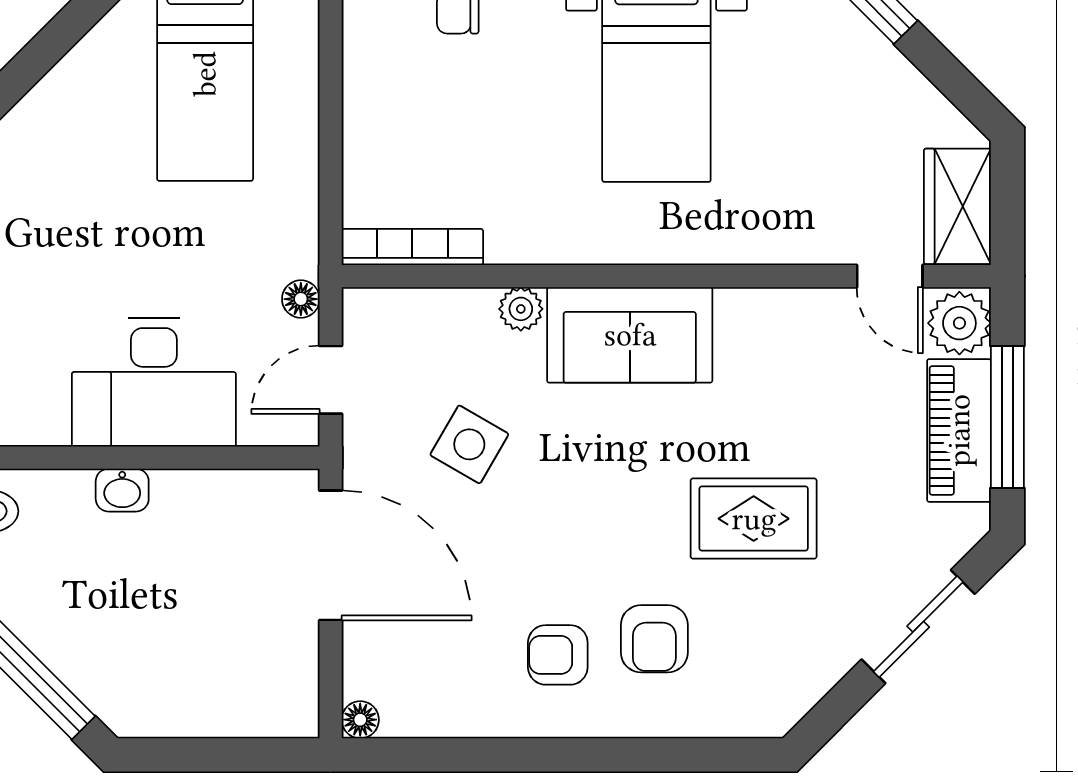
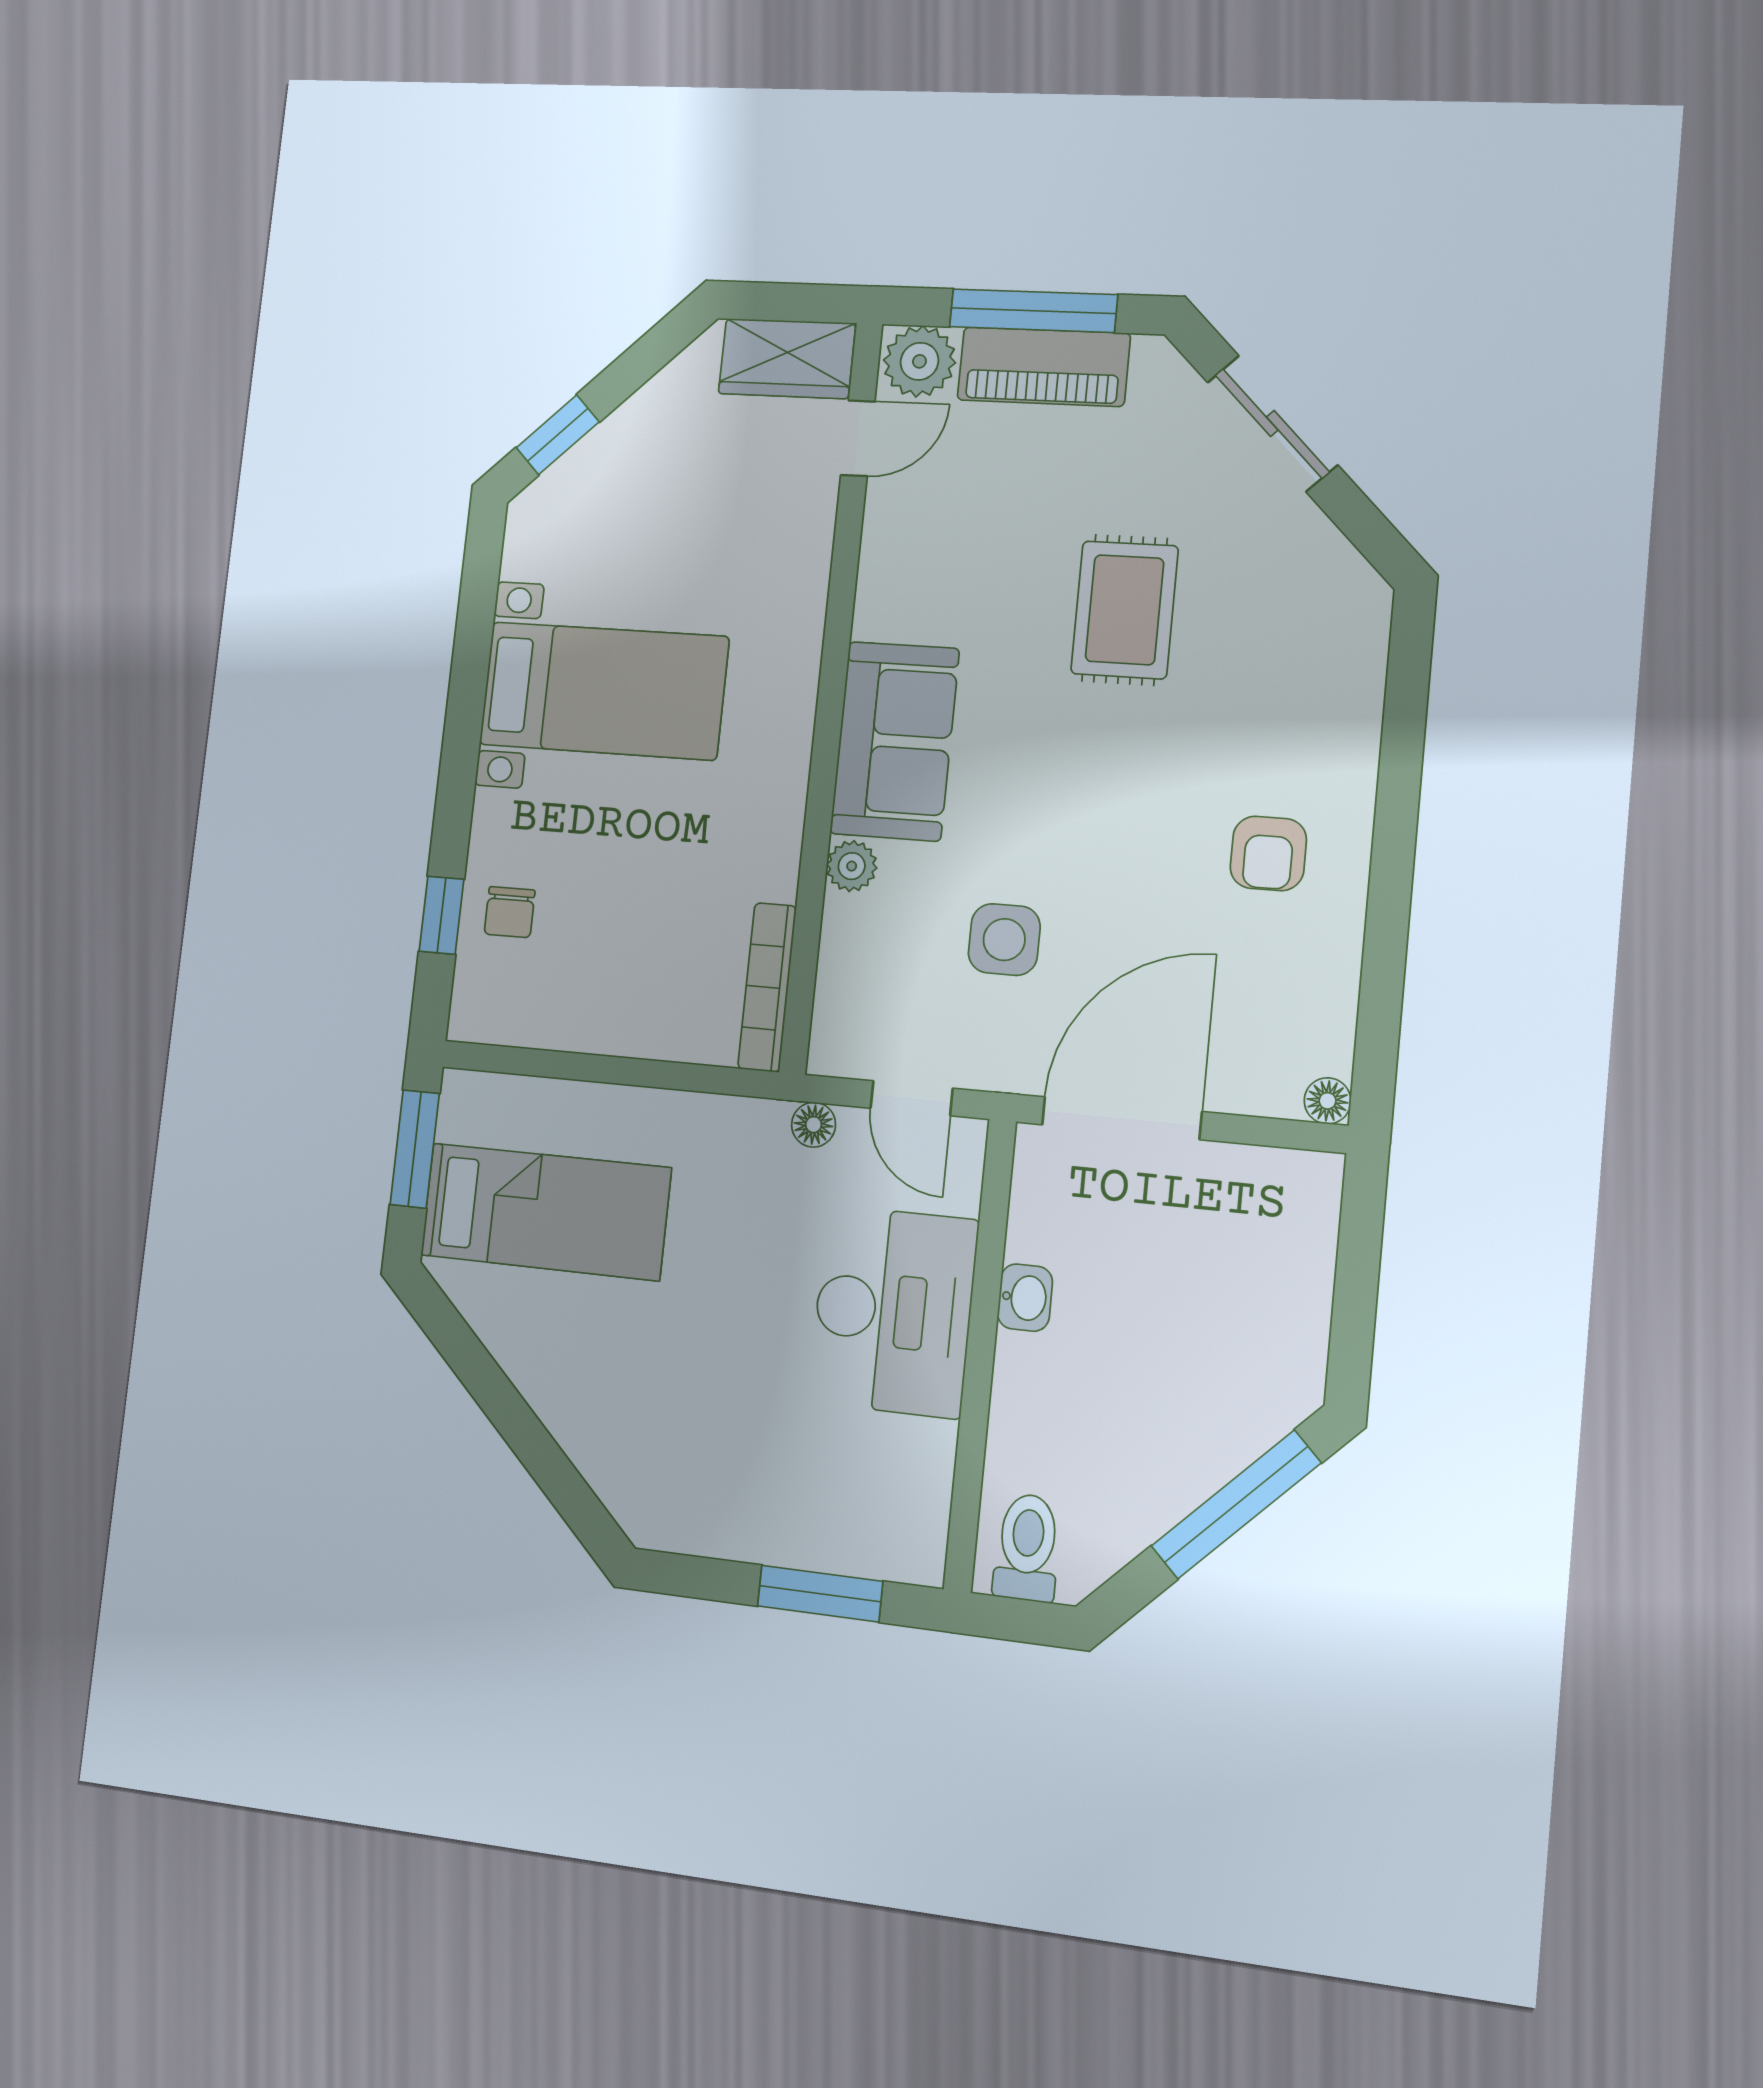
side table: (469, 444) -> (1004, 940), turned -30
washbasin: (122, 490) -> (1025, 1298), moved
armchair: (654, 639) -> (1259, 736), removed

